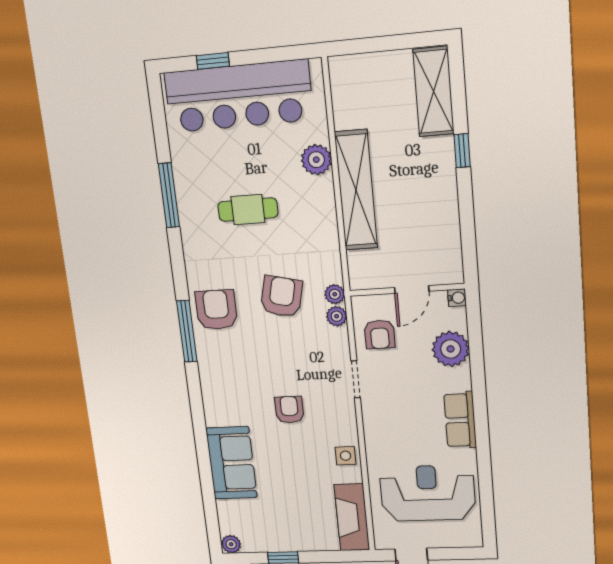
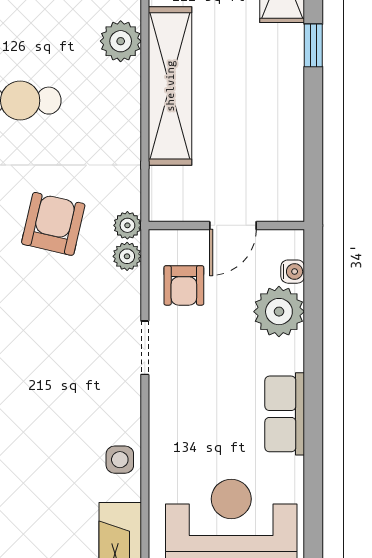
water cooler: (457, 298) -> (293, 272), moved
armchair: (289, 410) -> (47, 387), removed

